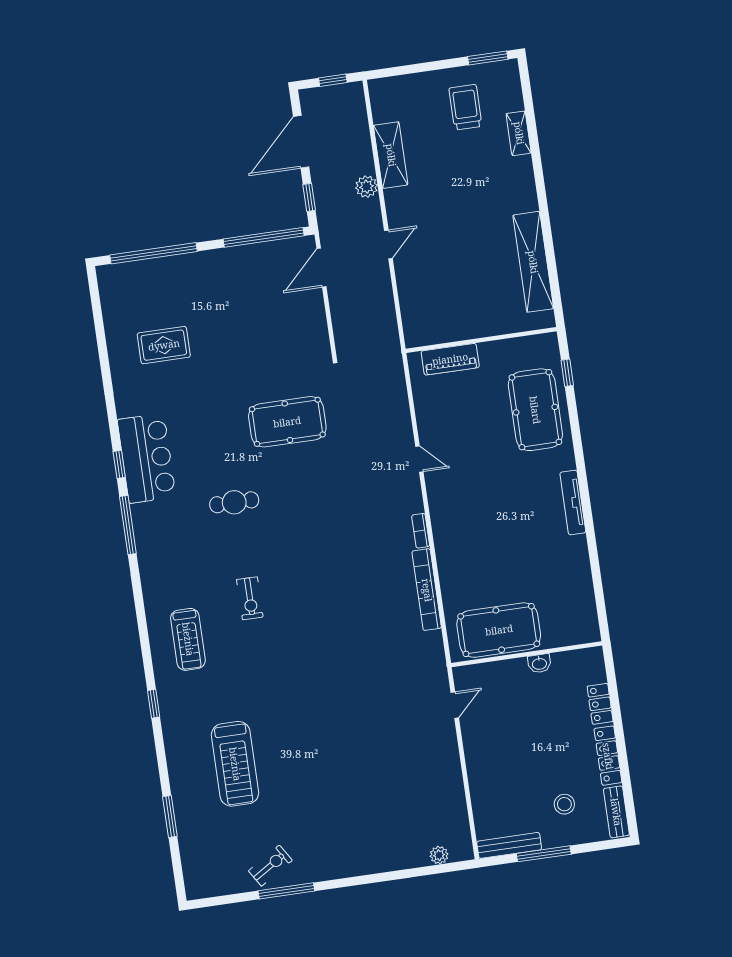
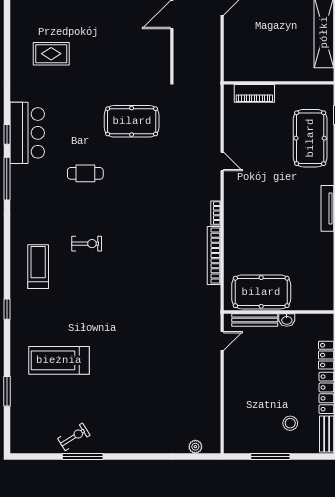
exercise bike: (250, 598) -> (87, 244), turned -90
treadmill: (188, 639) -> (38, 267), turned 180
treadmill: (235, 764) -> (59, 360), turned 90
bench: (509, 845) -> (255, 320), moved

